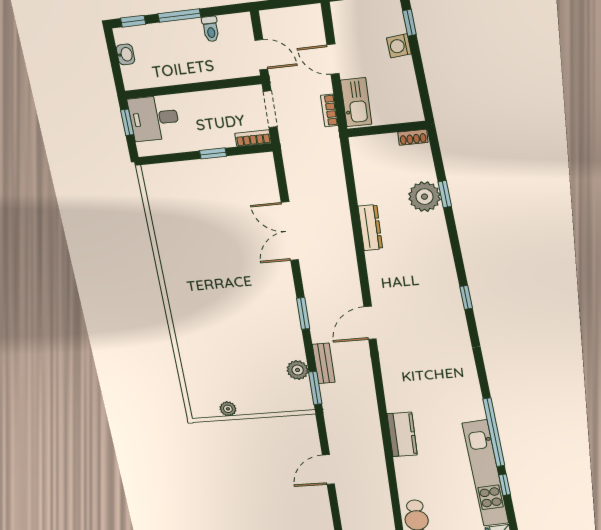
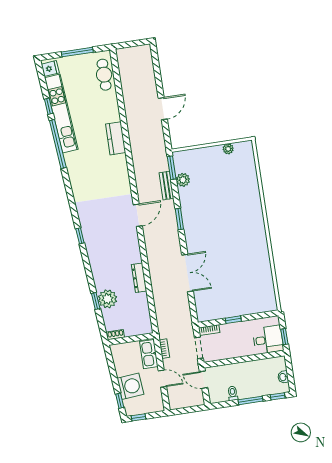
washing machine: (399, 46) -> (130, 386), width x1.89, depth x1.89

